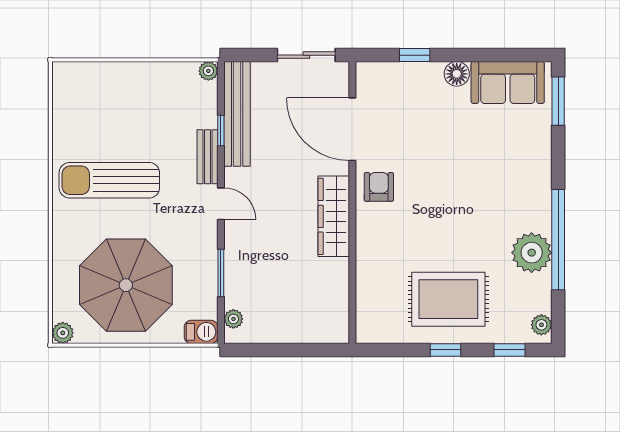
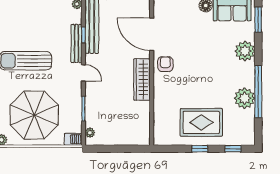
bench: (208, 157) -> (76, 43), width x1.36
plant: (541, 325) -> (245, 51), moved, width x1.88, depth x1.88

